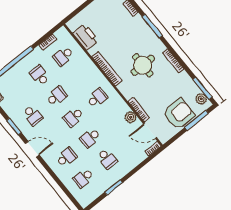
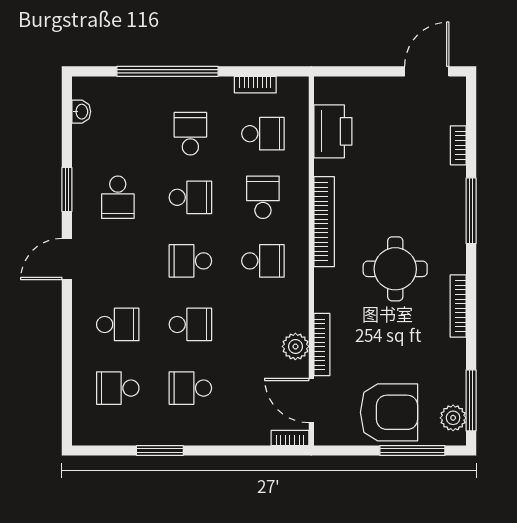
school desk: (63, 56) -> (263, 134), turned 180
school desk: (80, 77) -> (263, 197), added
school desk: (90, 138) -> (190, 324), turned 180
door: (32, 149) -> (67, 259), swing flipped
school desk: (107, 159) -> (190, 388), turned 90

